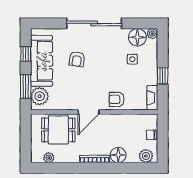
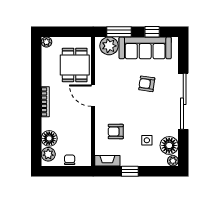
armchair: (117, 99) -> (116, 132), moved, turned -90
floor lamp: (118, 155) -> (49, 138), moved
plant: (49, 158) -> (46, 42), moved

